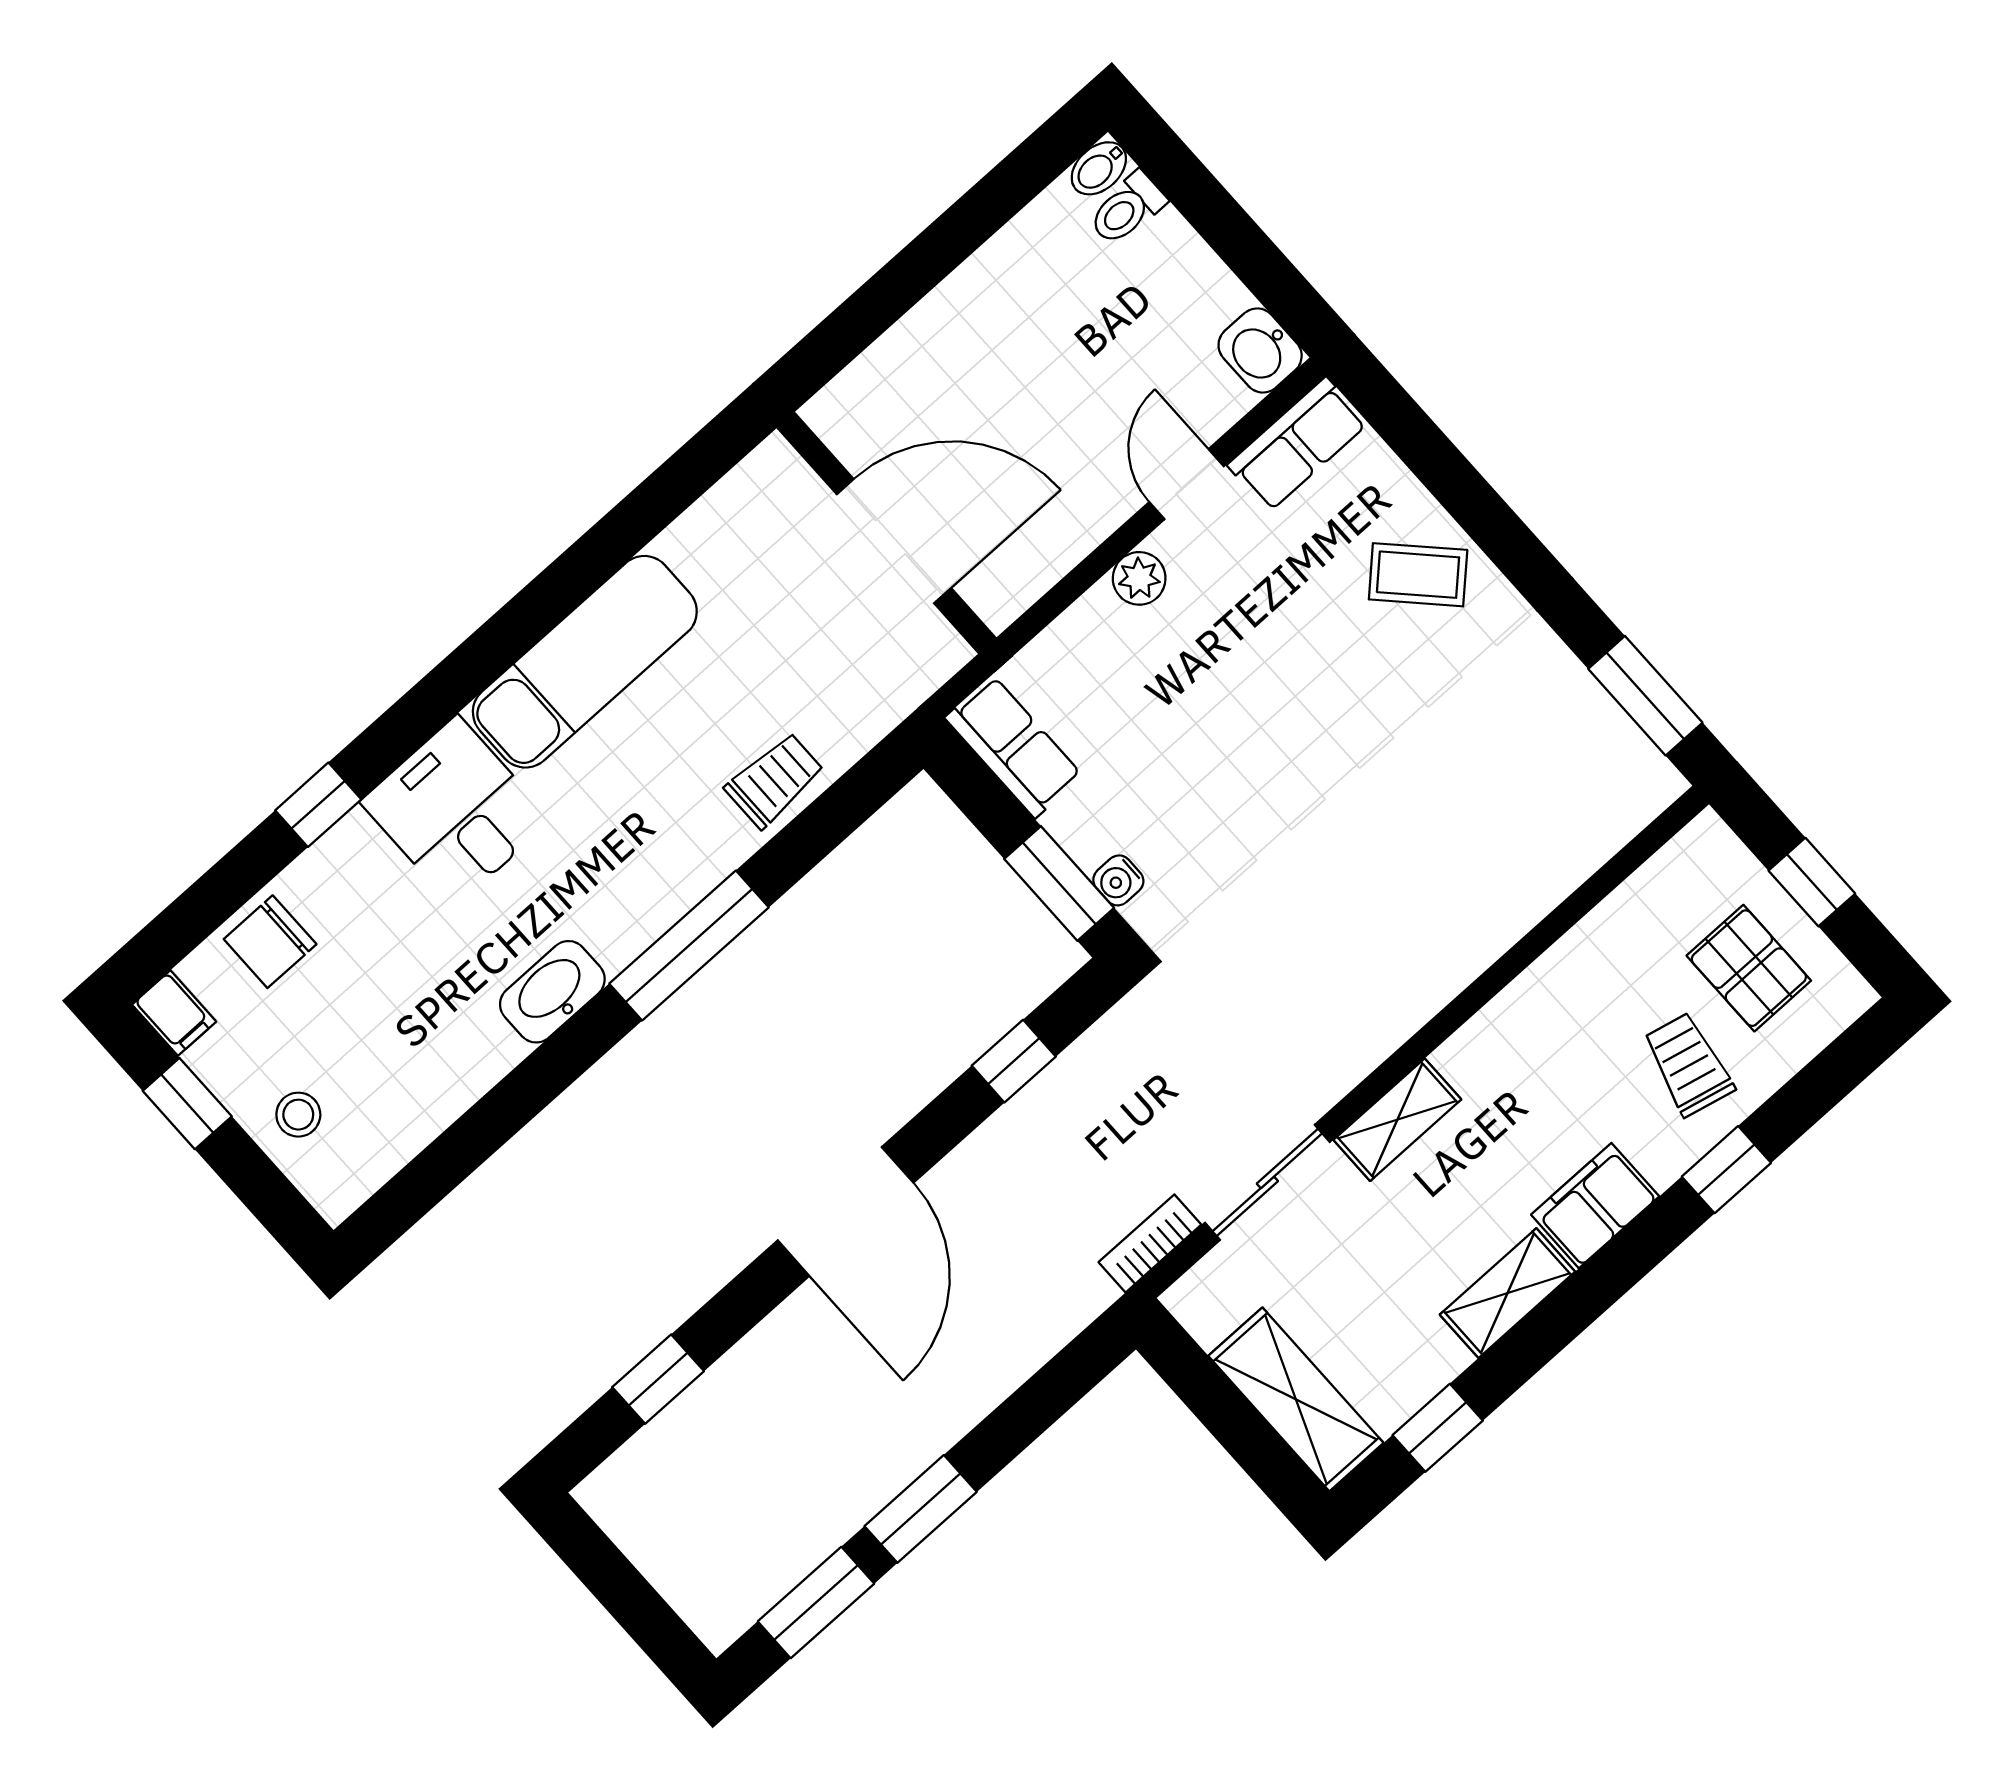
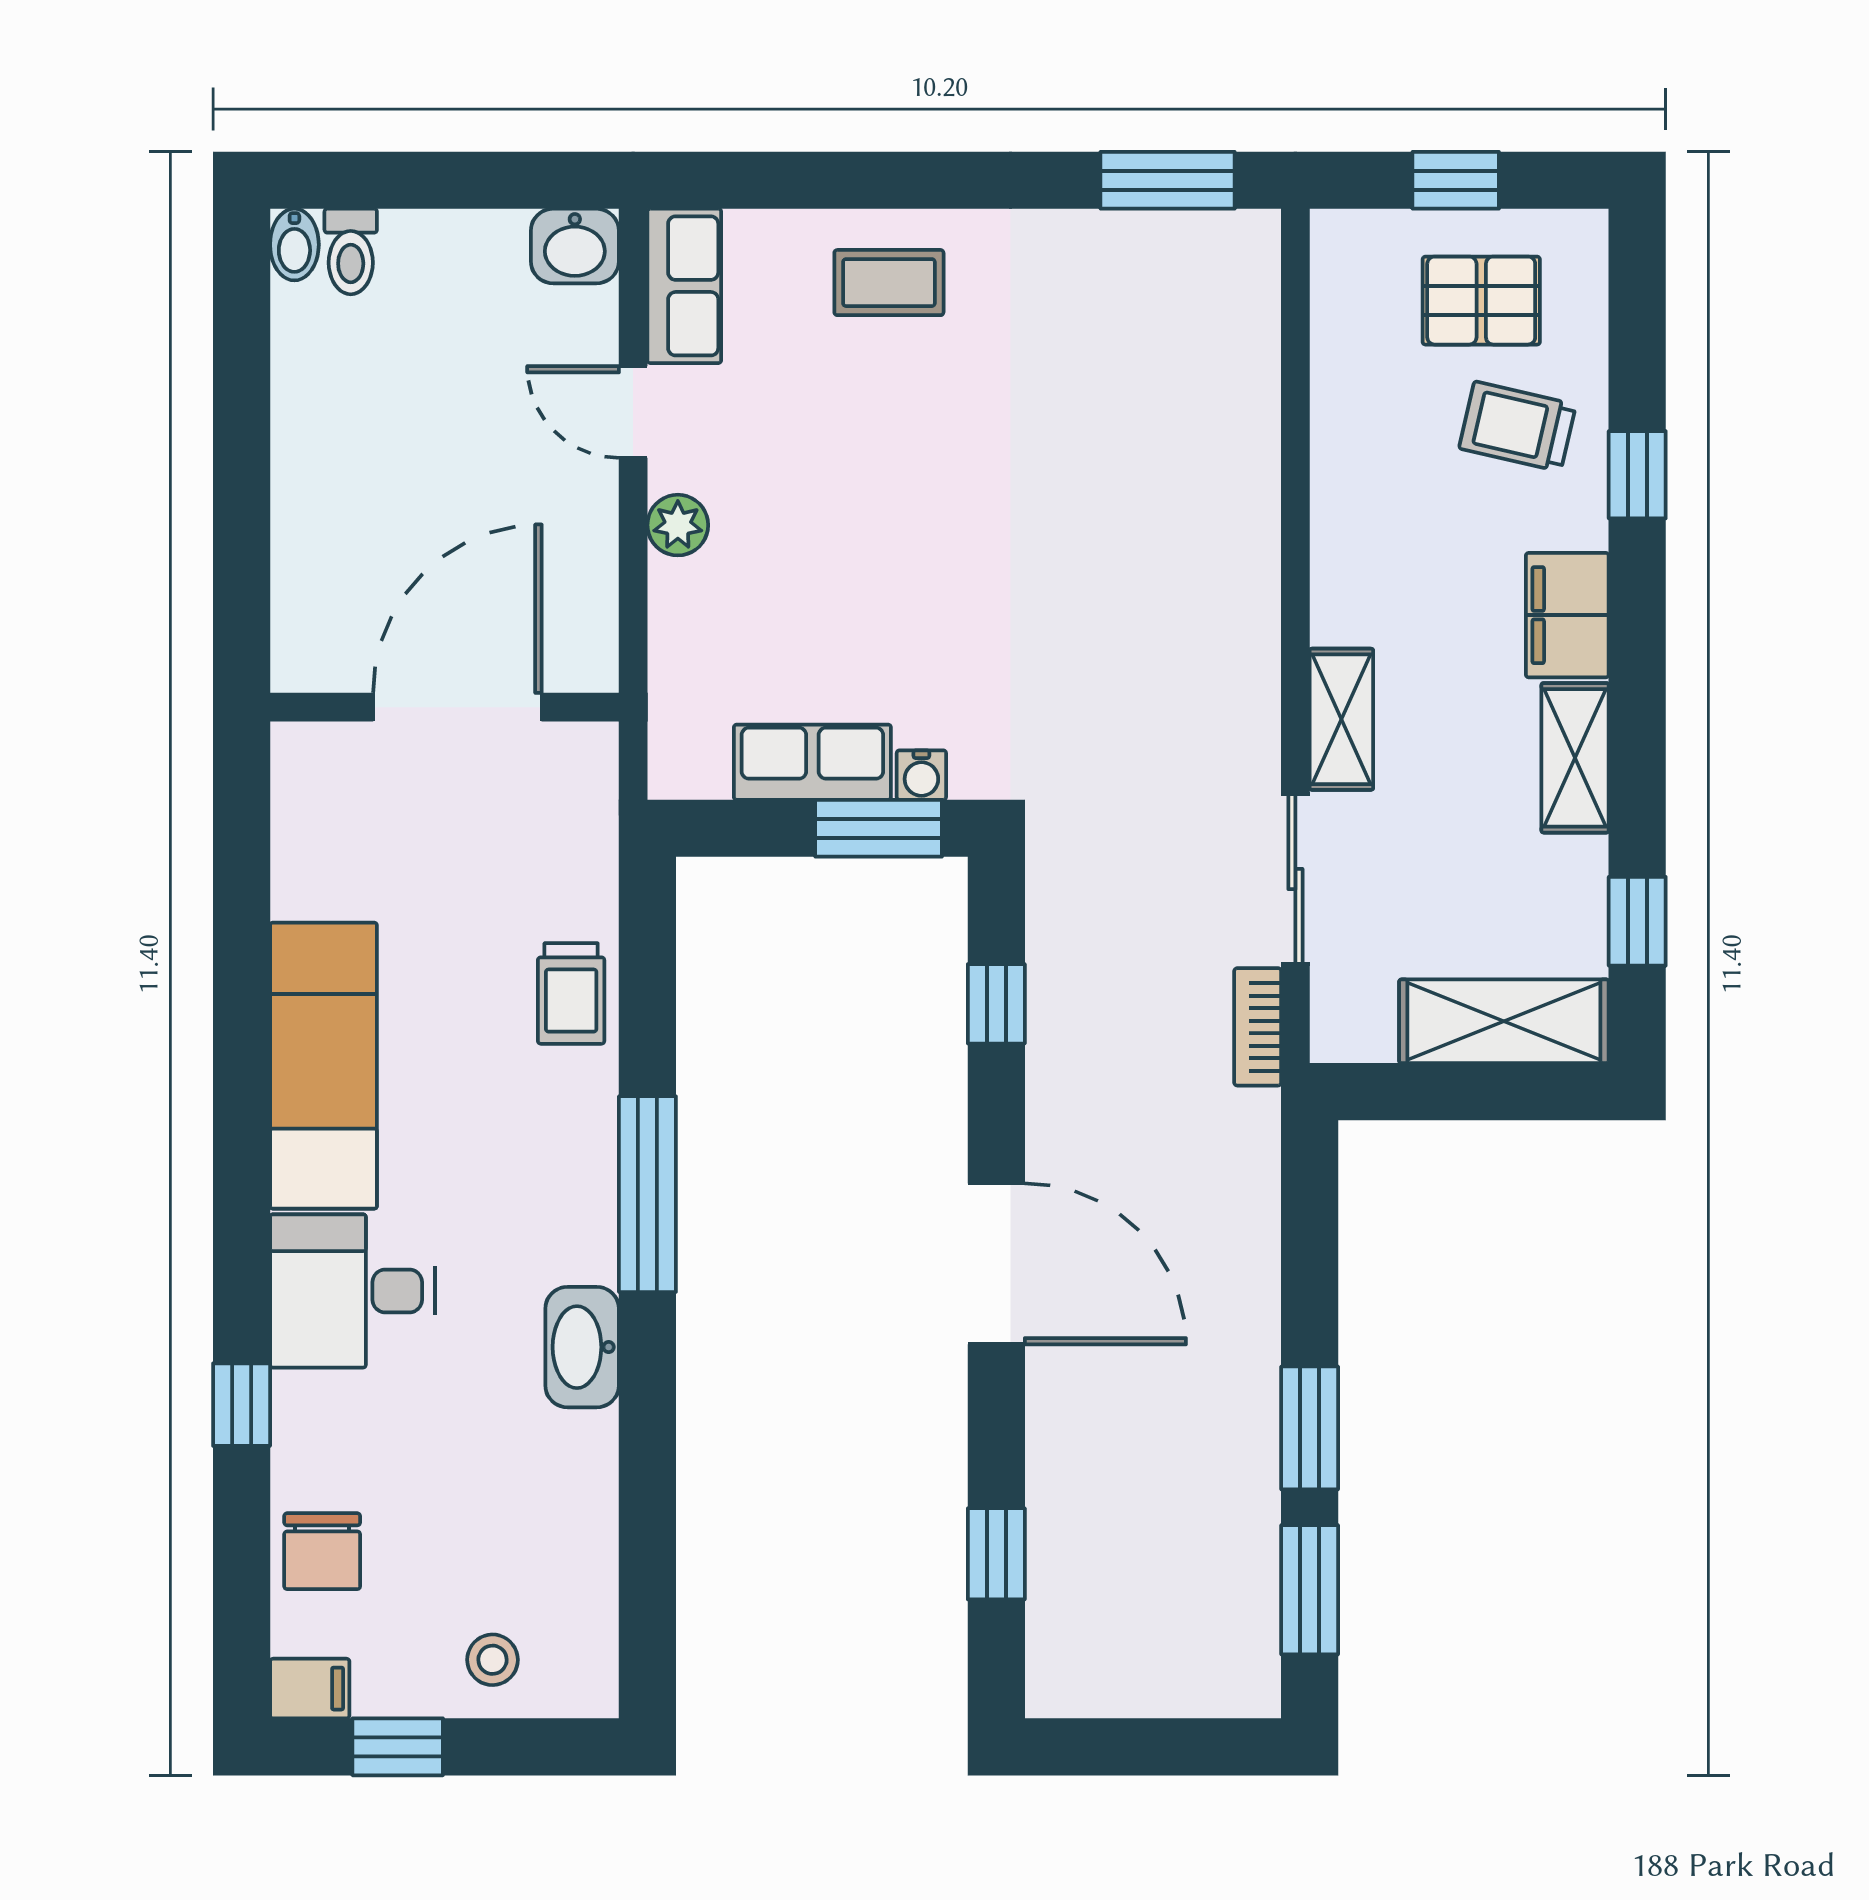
coffee table: (1418, 575) -> (889, 283), turned 44
row of seats: (1014, 747) -> (812, 762), moved
trolley: (775, 780) -> (571, 993), turned 180

